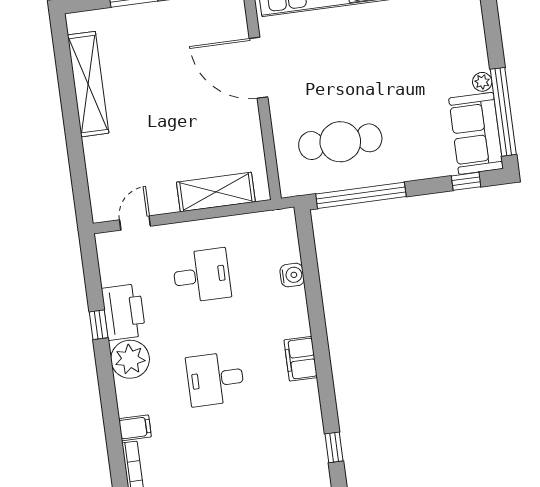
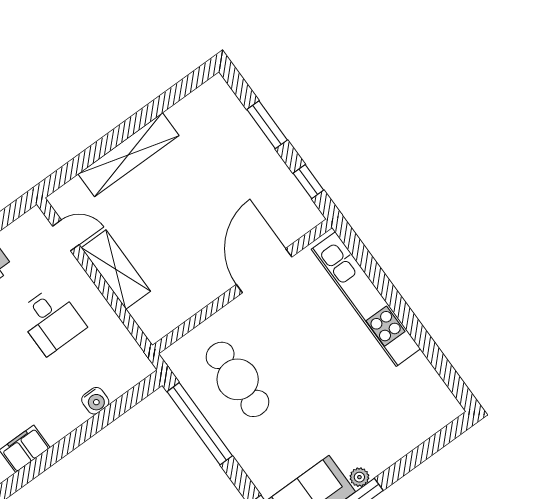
shelving: (88, 84) -> (129, 155), moved
shelving: (216, 192) -> (116, 270), moved

